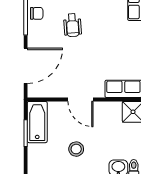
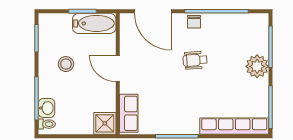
chair: (37, 13) -> (194, 22), moved
door: (80, 99) -> (118, 68), hinge flipped

